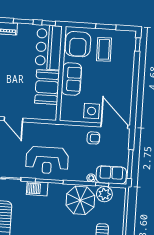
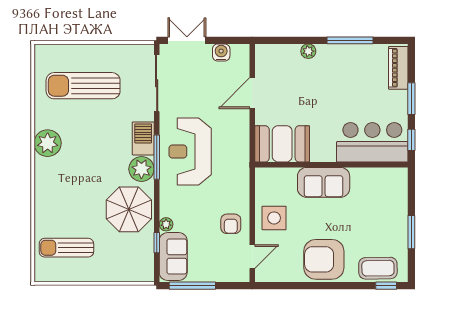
armchair: (78, 44) -> (324, 259), moved
coffee table: (104, 49) -> (378, 268), moved
booth: (47, 87) -> (282, 144), moved
door: (114, 126) -> (252, 257), width x0.53
plant: (104, 194) -> (141, 169), moved

